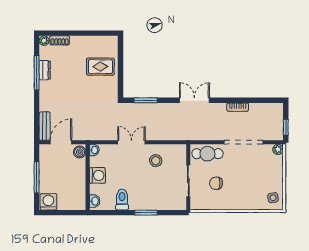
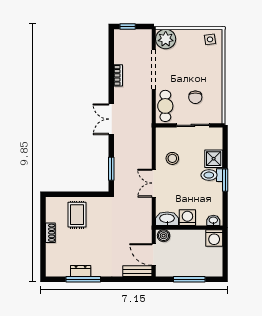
shoe rack: (60, 40) -> (50, 233), moved
plant: (44, 41) -> (51, 272), removed
window: (286, 127) -> (128, 26), moved
plant: (278, 149) -> (166, 39), width x1.88, depth x1.88
washbasin: (94, 150) -> (167, 219), width x1.91, depth x1.45
toilet: (122, 200) -> (212, 175), moved
shower: (156, 201) -> (214, 159), added
washing machine: (48, 202) -> (214, 238), moved, turned -90
window: (146, 213) -> (225, 180), moved

